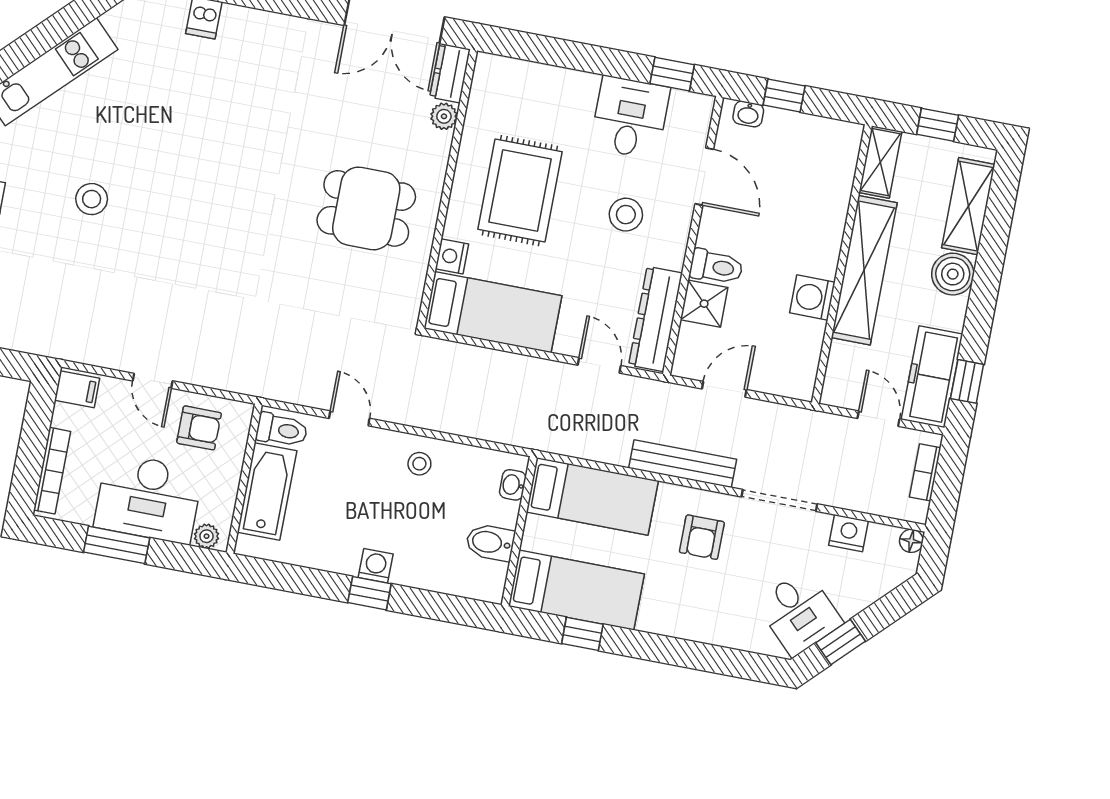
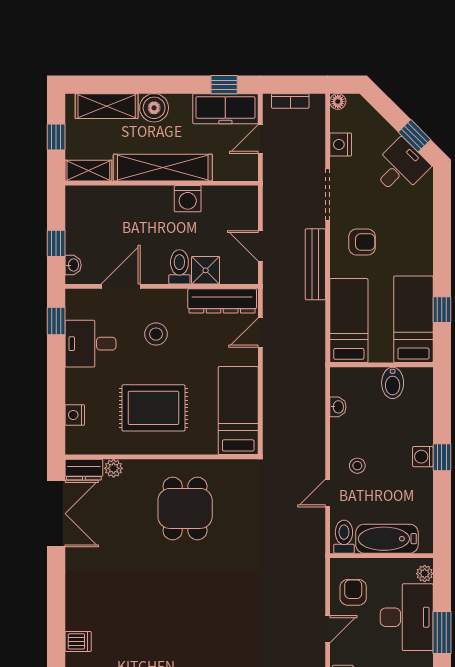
nightstand: (452, 256) -> (75, 415), moved, turned 90
stool: (419, 464) -> (357, 466), moved
washbasin: (513, 485) -> (338, 407), moved, turned -90

